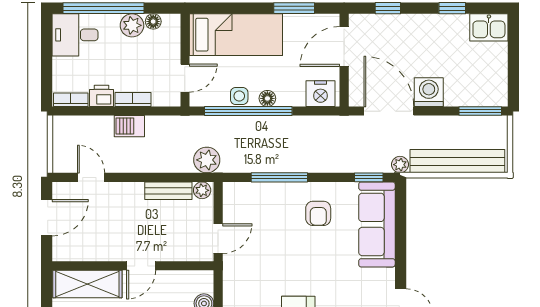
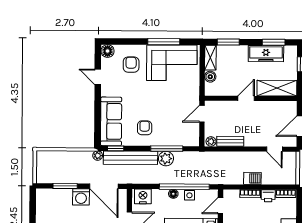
window: (480, 111) -> (65, 186), moved
plant: (207, 160) -> (166, 159), moved
bench: (457, 161) -> (131, 158), moved

